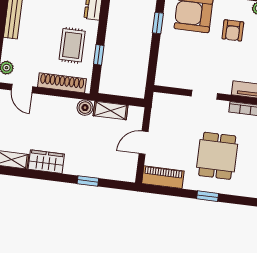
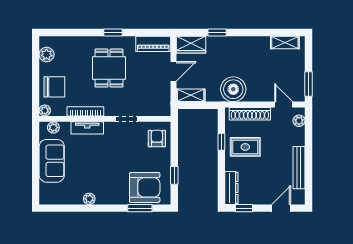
armchair: (233, 30) -> (157, 138), moved
rug: (72, 45) -> (245, 147), turned 90
boiler: (85, 108) -> (233, 89), width x1.86, depth x1.86
shelving: (111, 111) -> (191, 95), moved
wardrobe: (46, 162) -> (191, 45), moved

